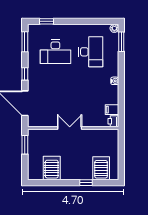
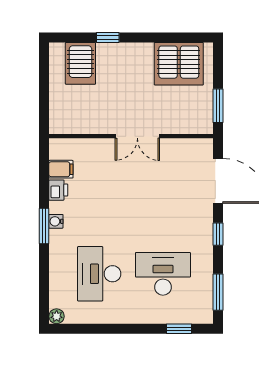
window: (121, 42) -> (44, 226), moved
printer: (113, 121) -> (58, 190), moved
server rack: (52, 168) -> (179, 64), width x1.60

